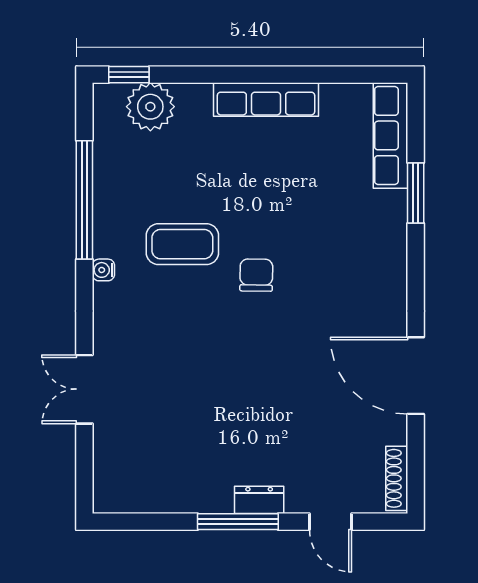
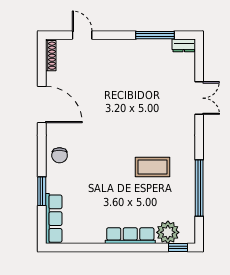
row of seats: (266, 100) -> (130, 236), moved
water cooler: (103, 270) -> (190, 155), removed
chair: (256, 275) -> (60, 155), moved
dresser: (259, 500) -> (184, 45), moved
window: (238, 522) -> (155, 35), moved

